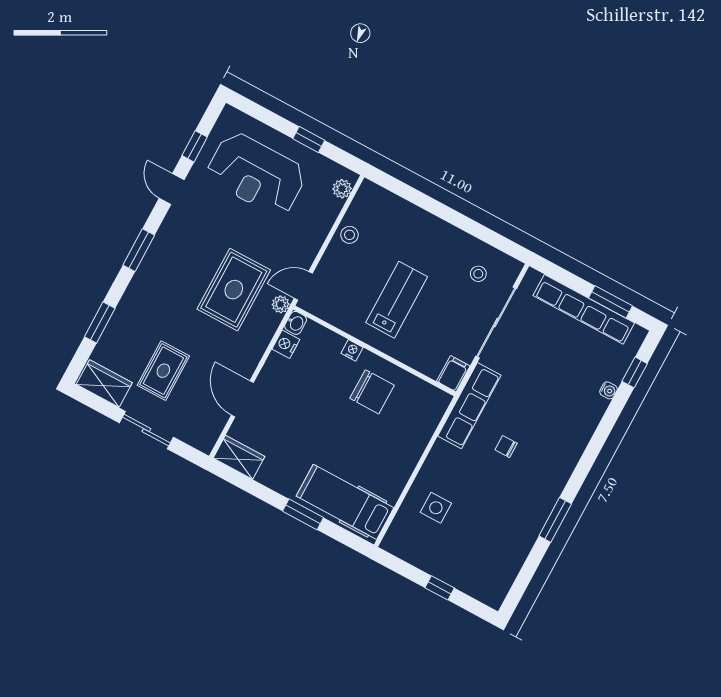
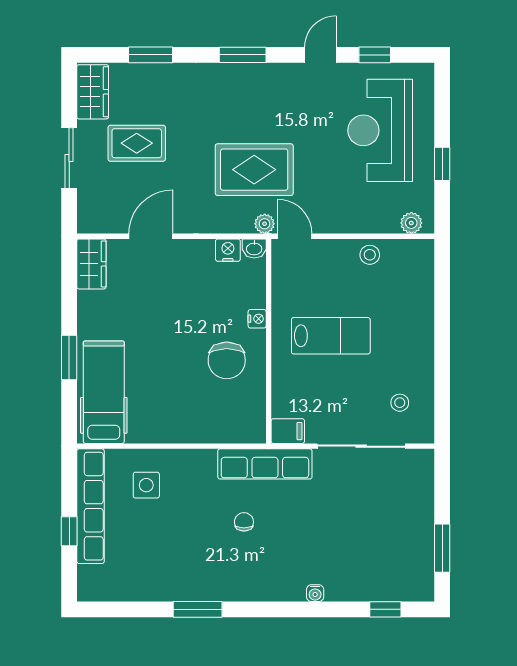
row of seats: (584, 309) -> (90, 506), moved, turned 180
water cooler: (608, 390) -> (315, 593), moved

